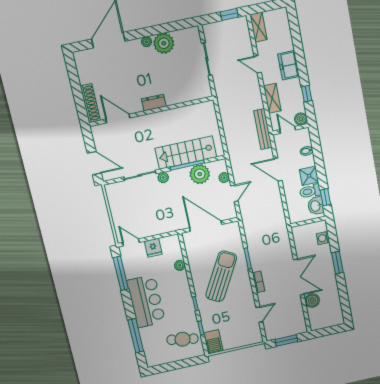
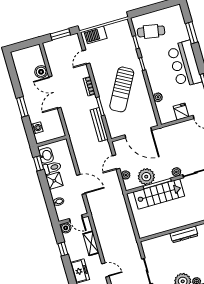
dresser: (154, 103) -> (184, 234), width x1.44
bench: (263, 129) -> (99, 125), moved
window: (136, 336) -> (192, 33), width x0.69
barbecue: (213, 342) -> (96, 35), moved, turned -90

